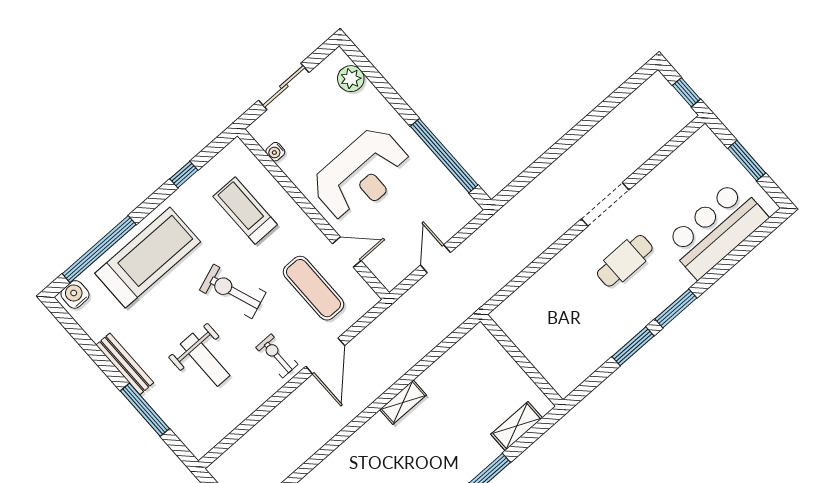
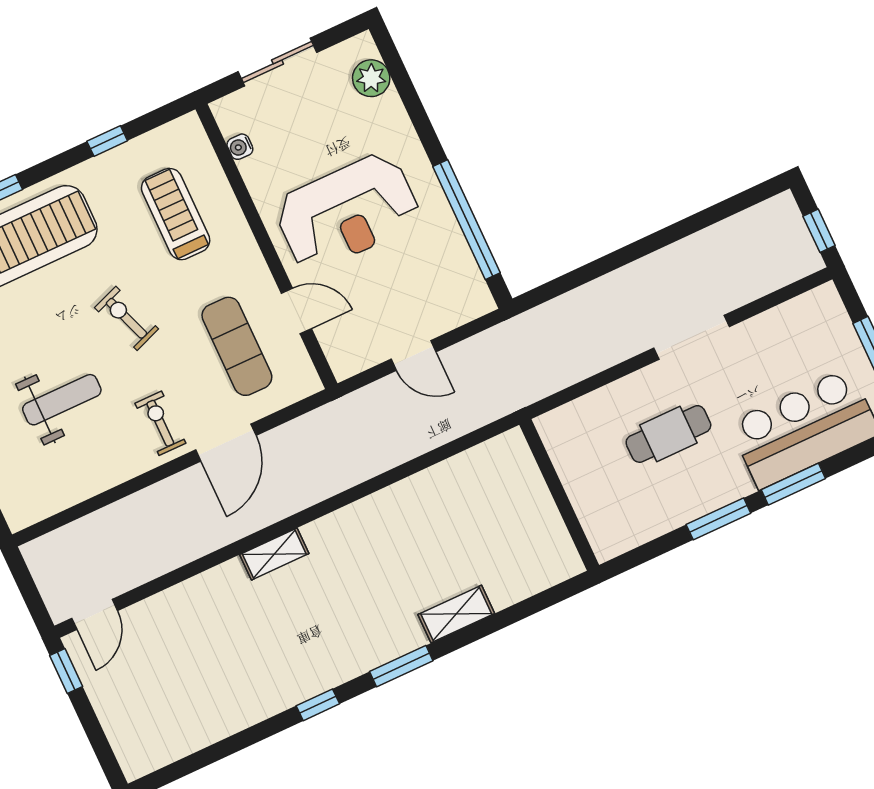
doorway: (605, 204) -> (692, 337), moved
door: (435, 259) -> (413, 356), swing flipped
exercise bike: (233, 291) -> (126, 318), width x0.73, depth x0.72
window: (633, 346) -> (793, 484), moved
weight bench: (205, 360) -> (62, 400), turned -90
wall: (522, 360) -> (559, 495), moved
shelving: (403, 402) -> (274, 554), moved

